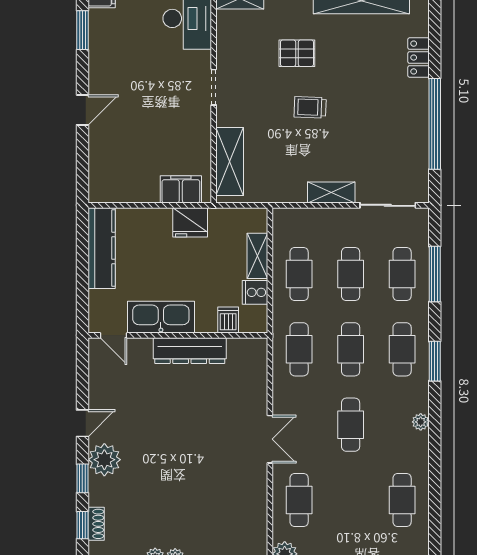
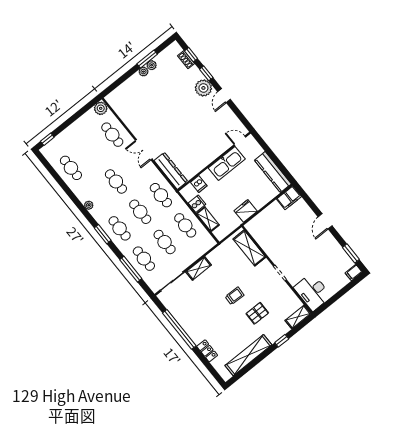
filing cabinet: (181, 189) -> (289, 198), moved
dresser: (190, 351) -> (171, 171), moved, turned 90

